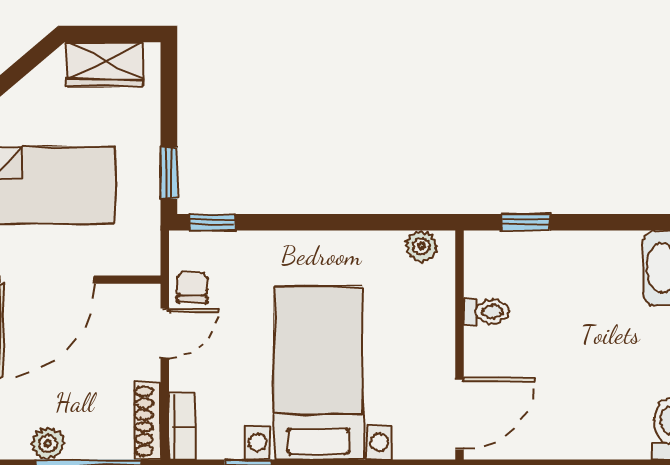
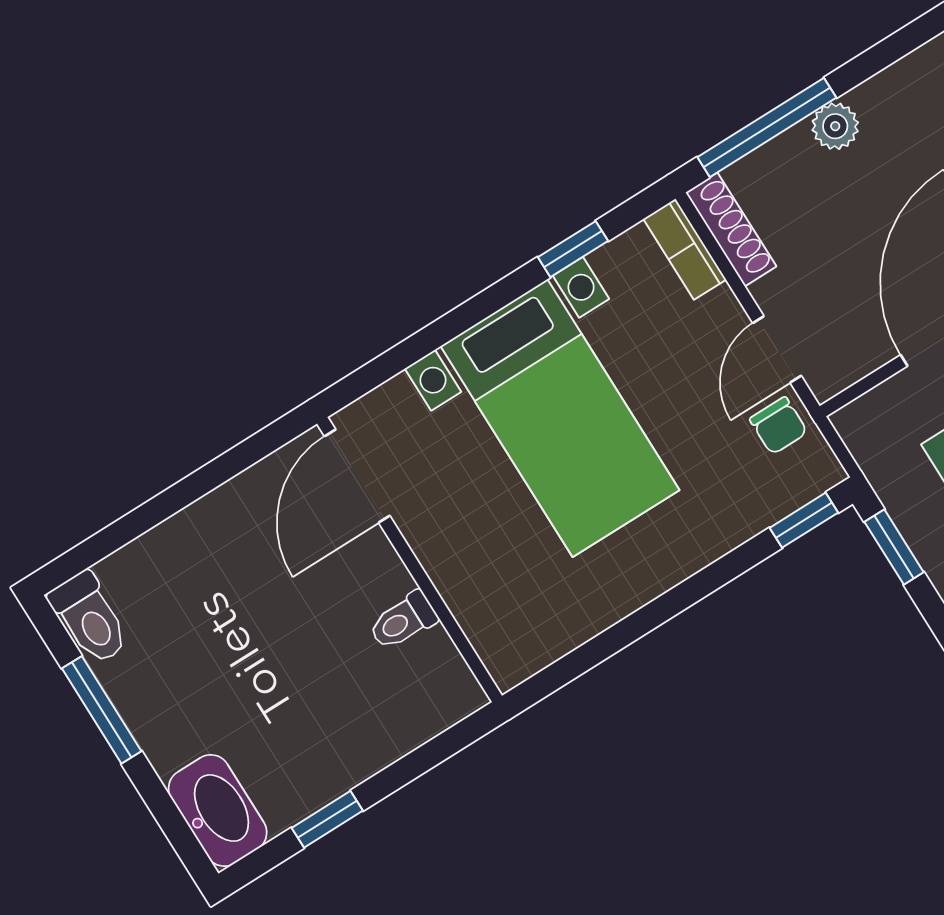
window: (525, 222) -> (327, 819), moved
plant: (421, 246) -> (531, 651), removed

